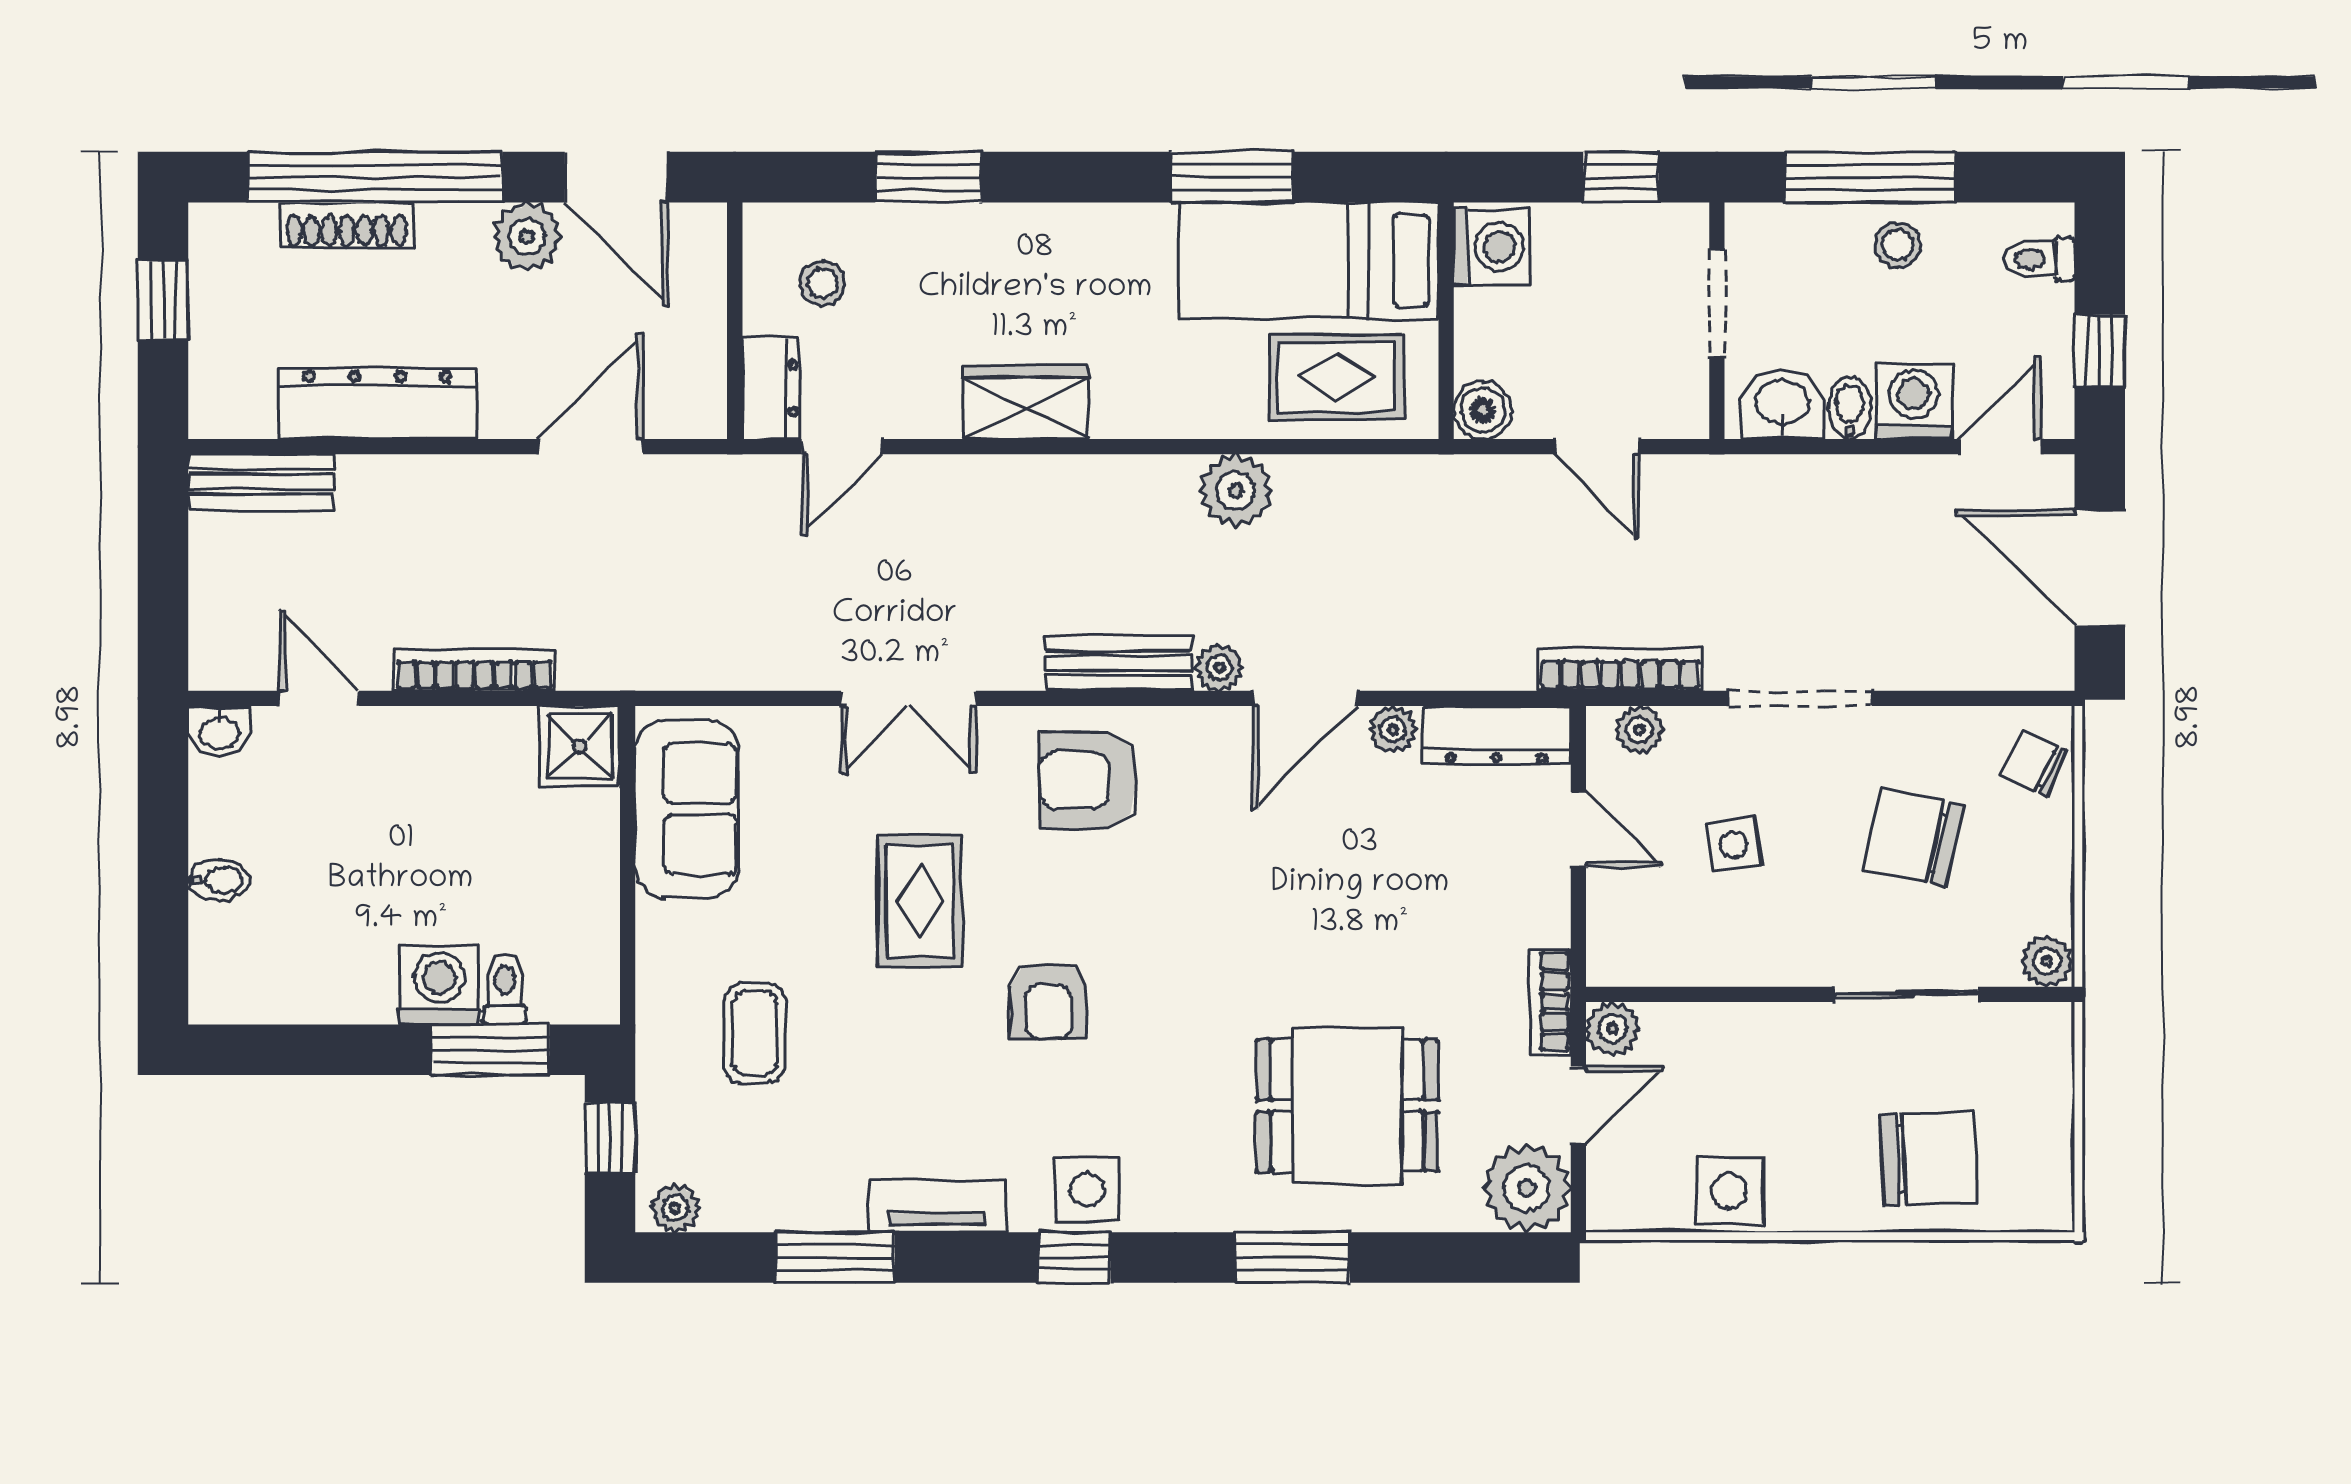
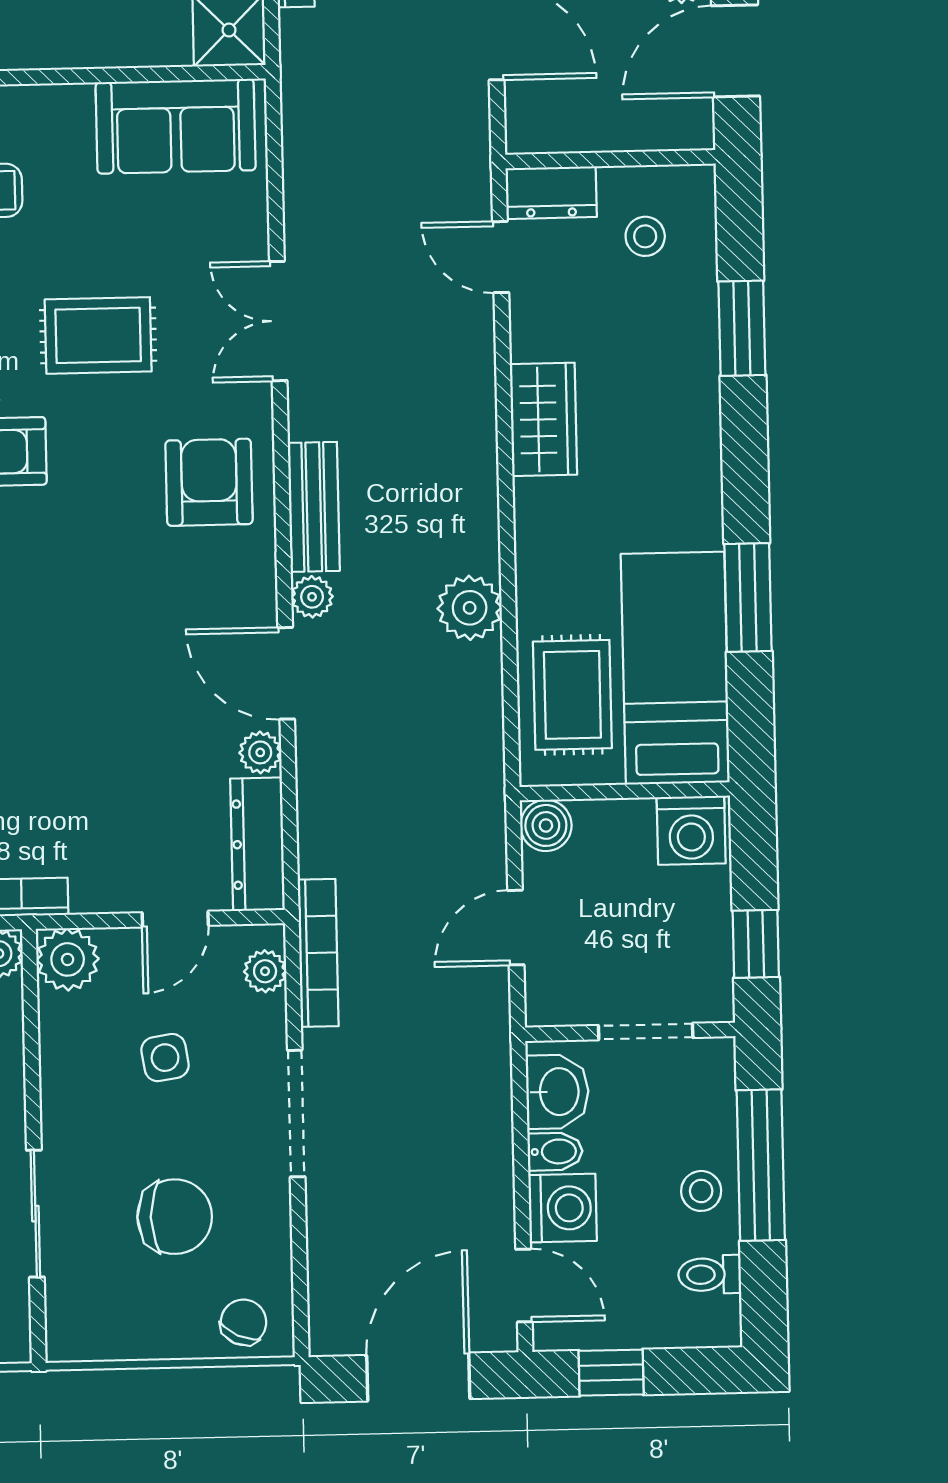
toilet: (2039, 259) -> (710, 1274), moved, turned -90
chair: (1913, 838) -> (175, 1217), turned 78
plant: (2047, 961) -> (68, 959), moved, width x1.38, depth x1.38

